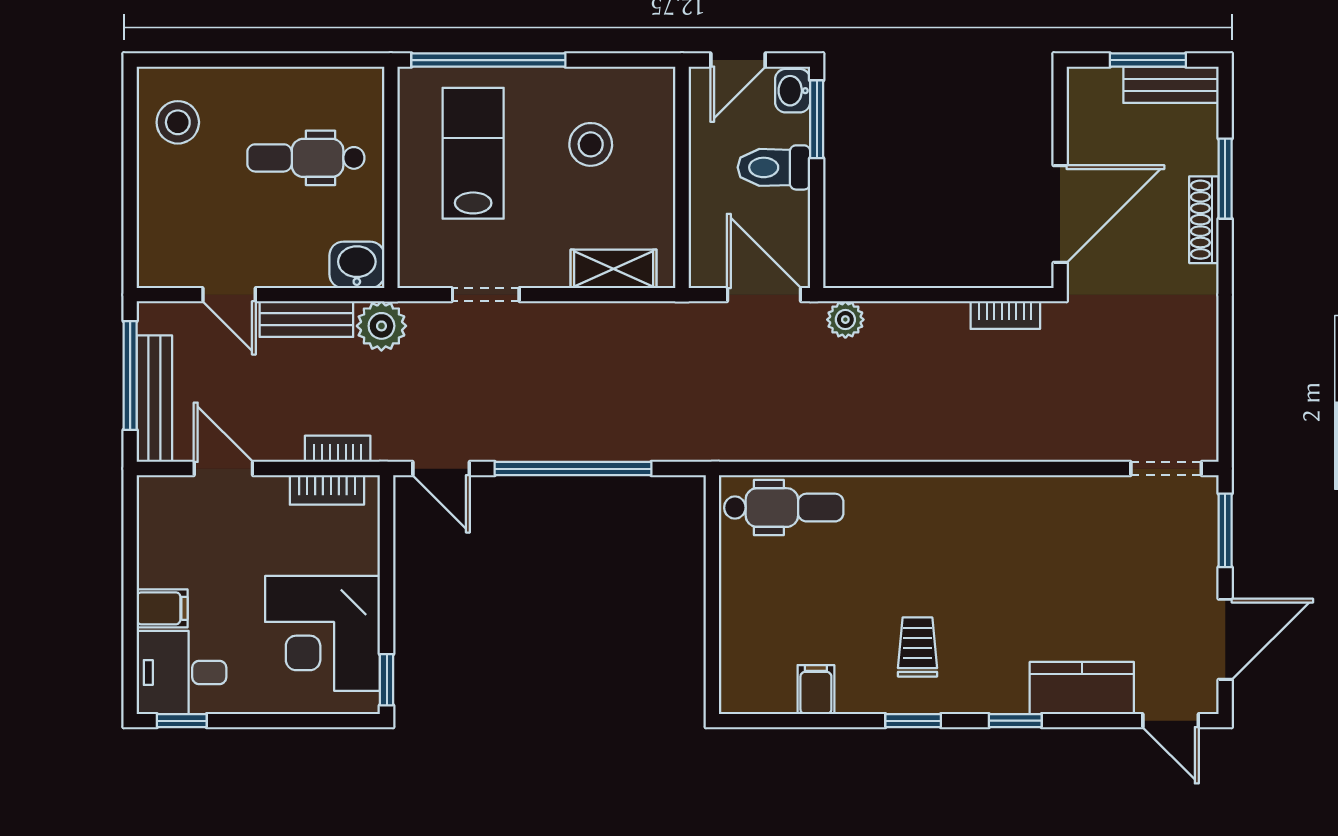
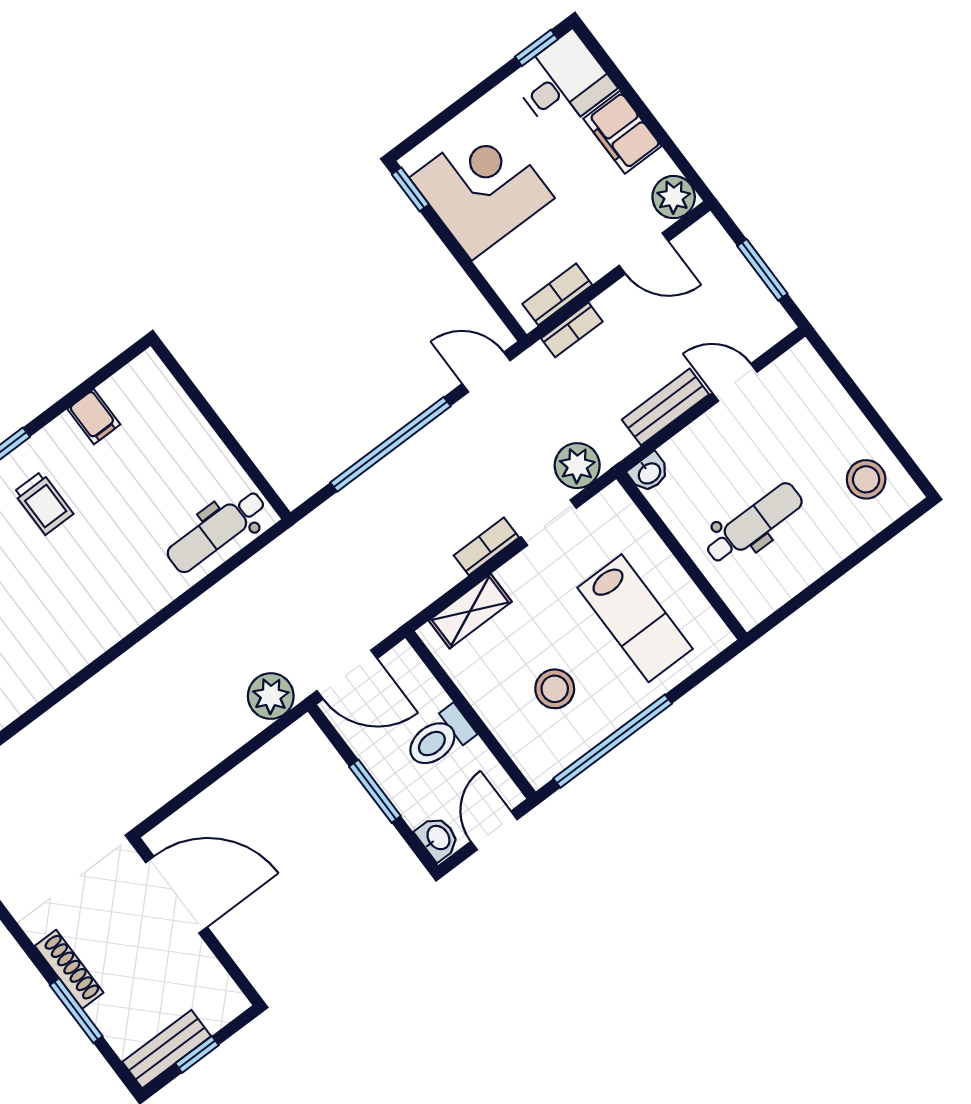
window: (488, 60) -> (613, 741), moved
window: (1148, 60) -> (197, 1054), width x0.67
window: (817, 119) -> (375, 791), moved
toilet: (774, 167) -> (439, 738), moved, turned 180
door: (1060, 214) -> (176, 895), swing flipped
washbasin: (357, 265) -> (649, 473), width x0.72, depth x0.69
bookcase: (1005, 315) -> (486, 546), moved
plant: (845, 320) -> (271, 696), width x1.38, depth x1.38
plant: (381, 326) -> (577, 466), moved
window: (130, 375) -> (762, 270), width x0.69
bench: (154, 399) -> (732, 266), removed
plant: (160, 498) -> (674, 197), added
filing cabinet: (162, 608) -> (622, 132), width x2.00

